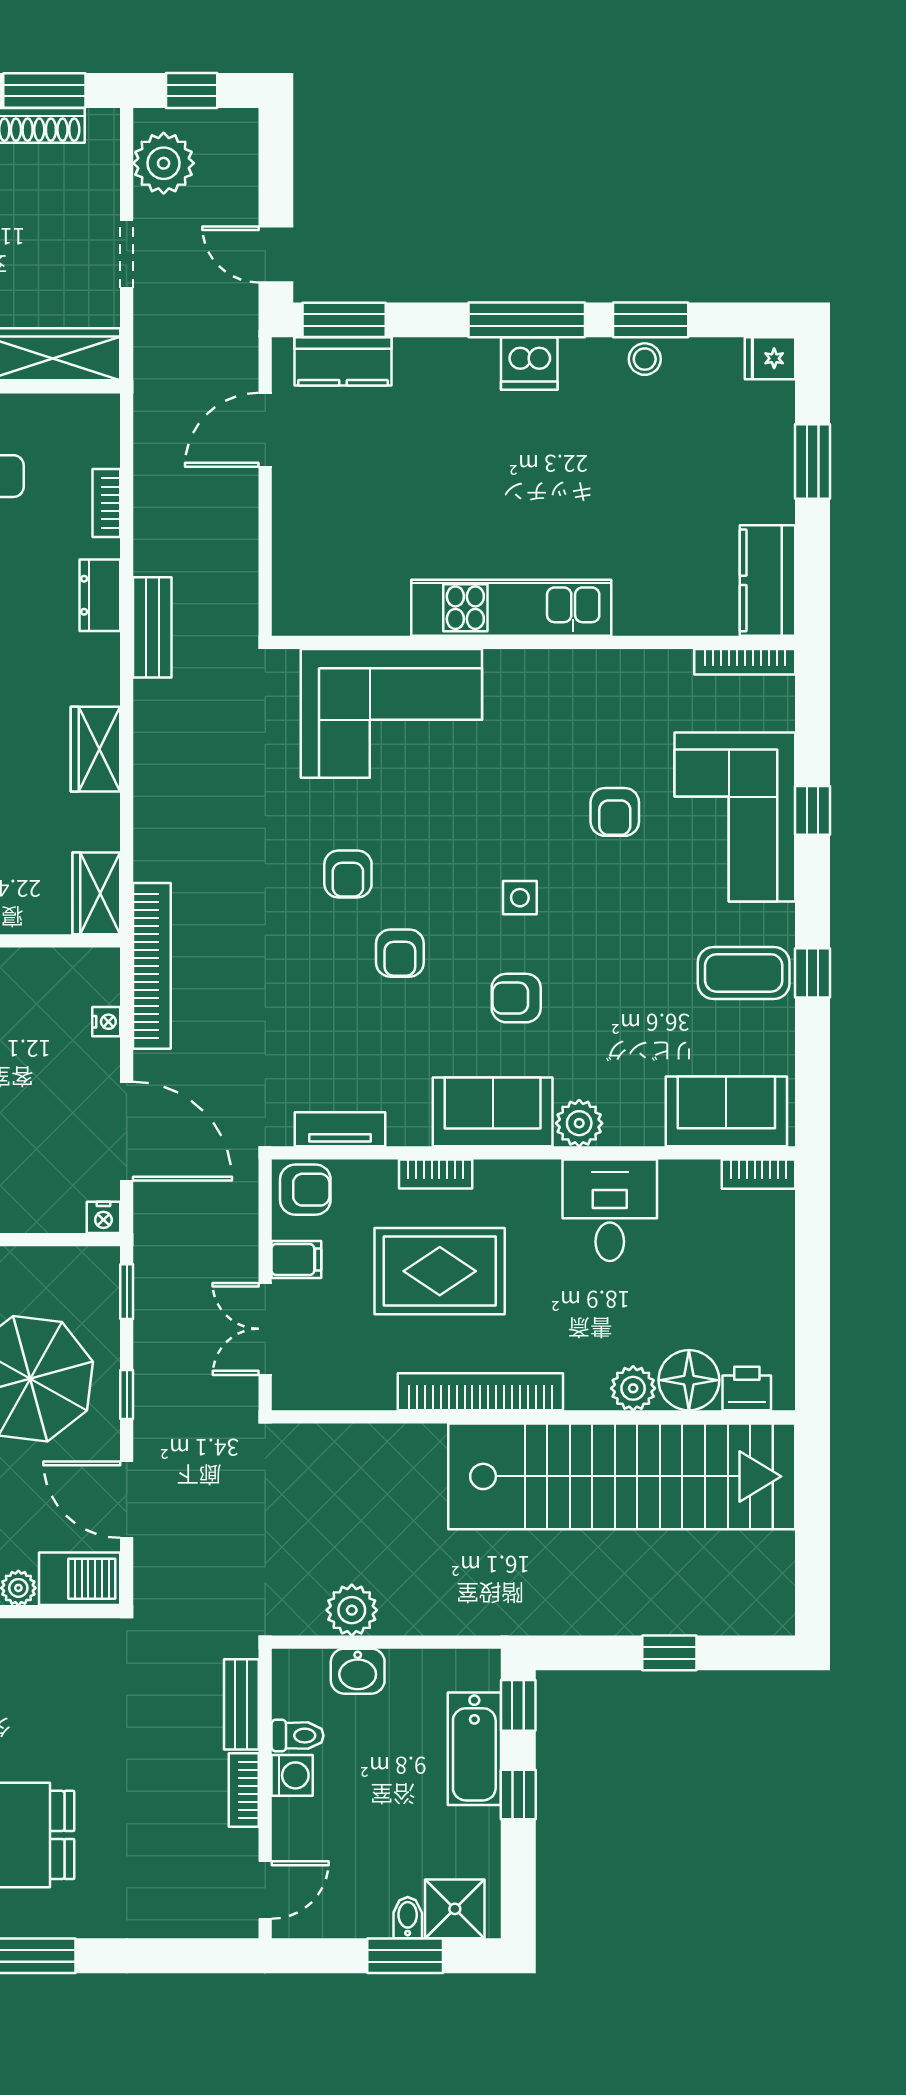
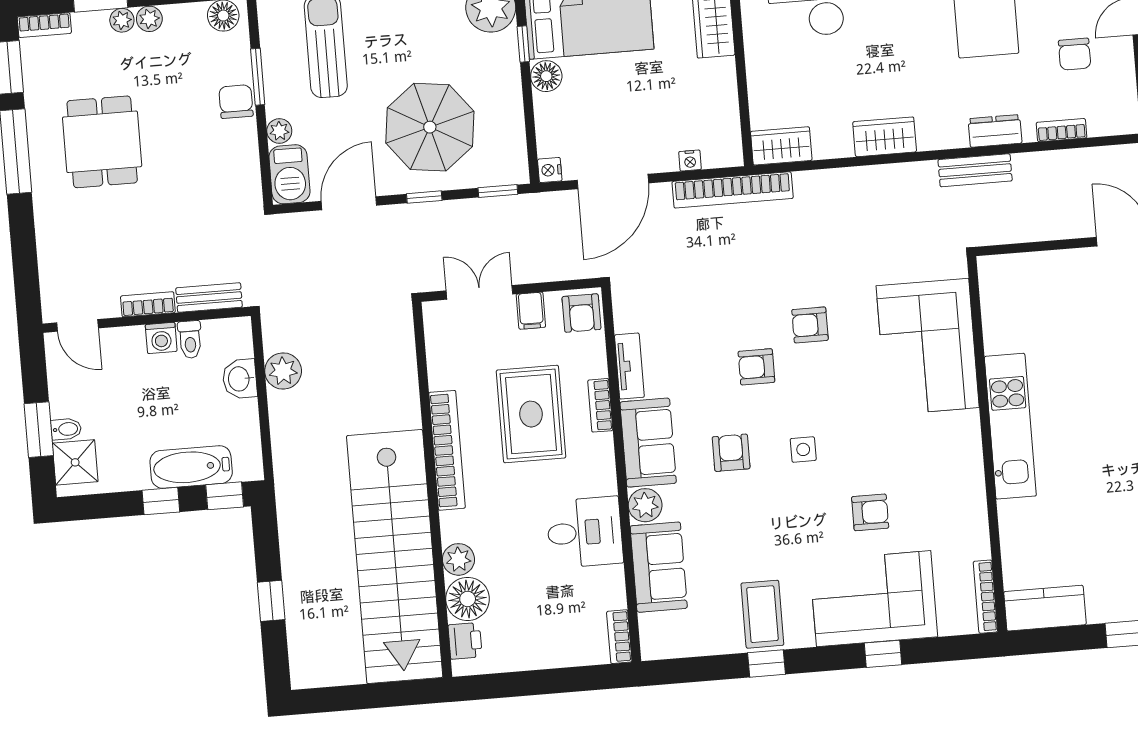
armchair: (615, 812) -> (870, 512), turned 180
sofa: (726, 1111) -> (659, 567), moved
tv unit: (340, 1129) -> (629, 366), moved

